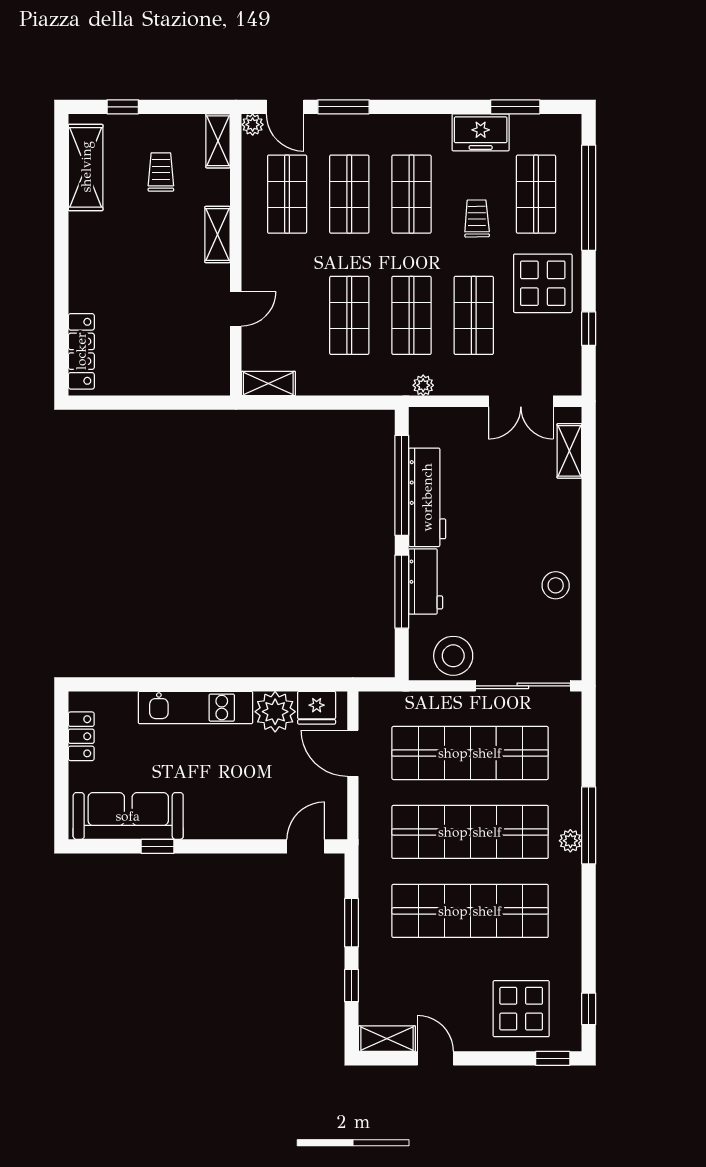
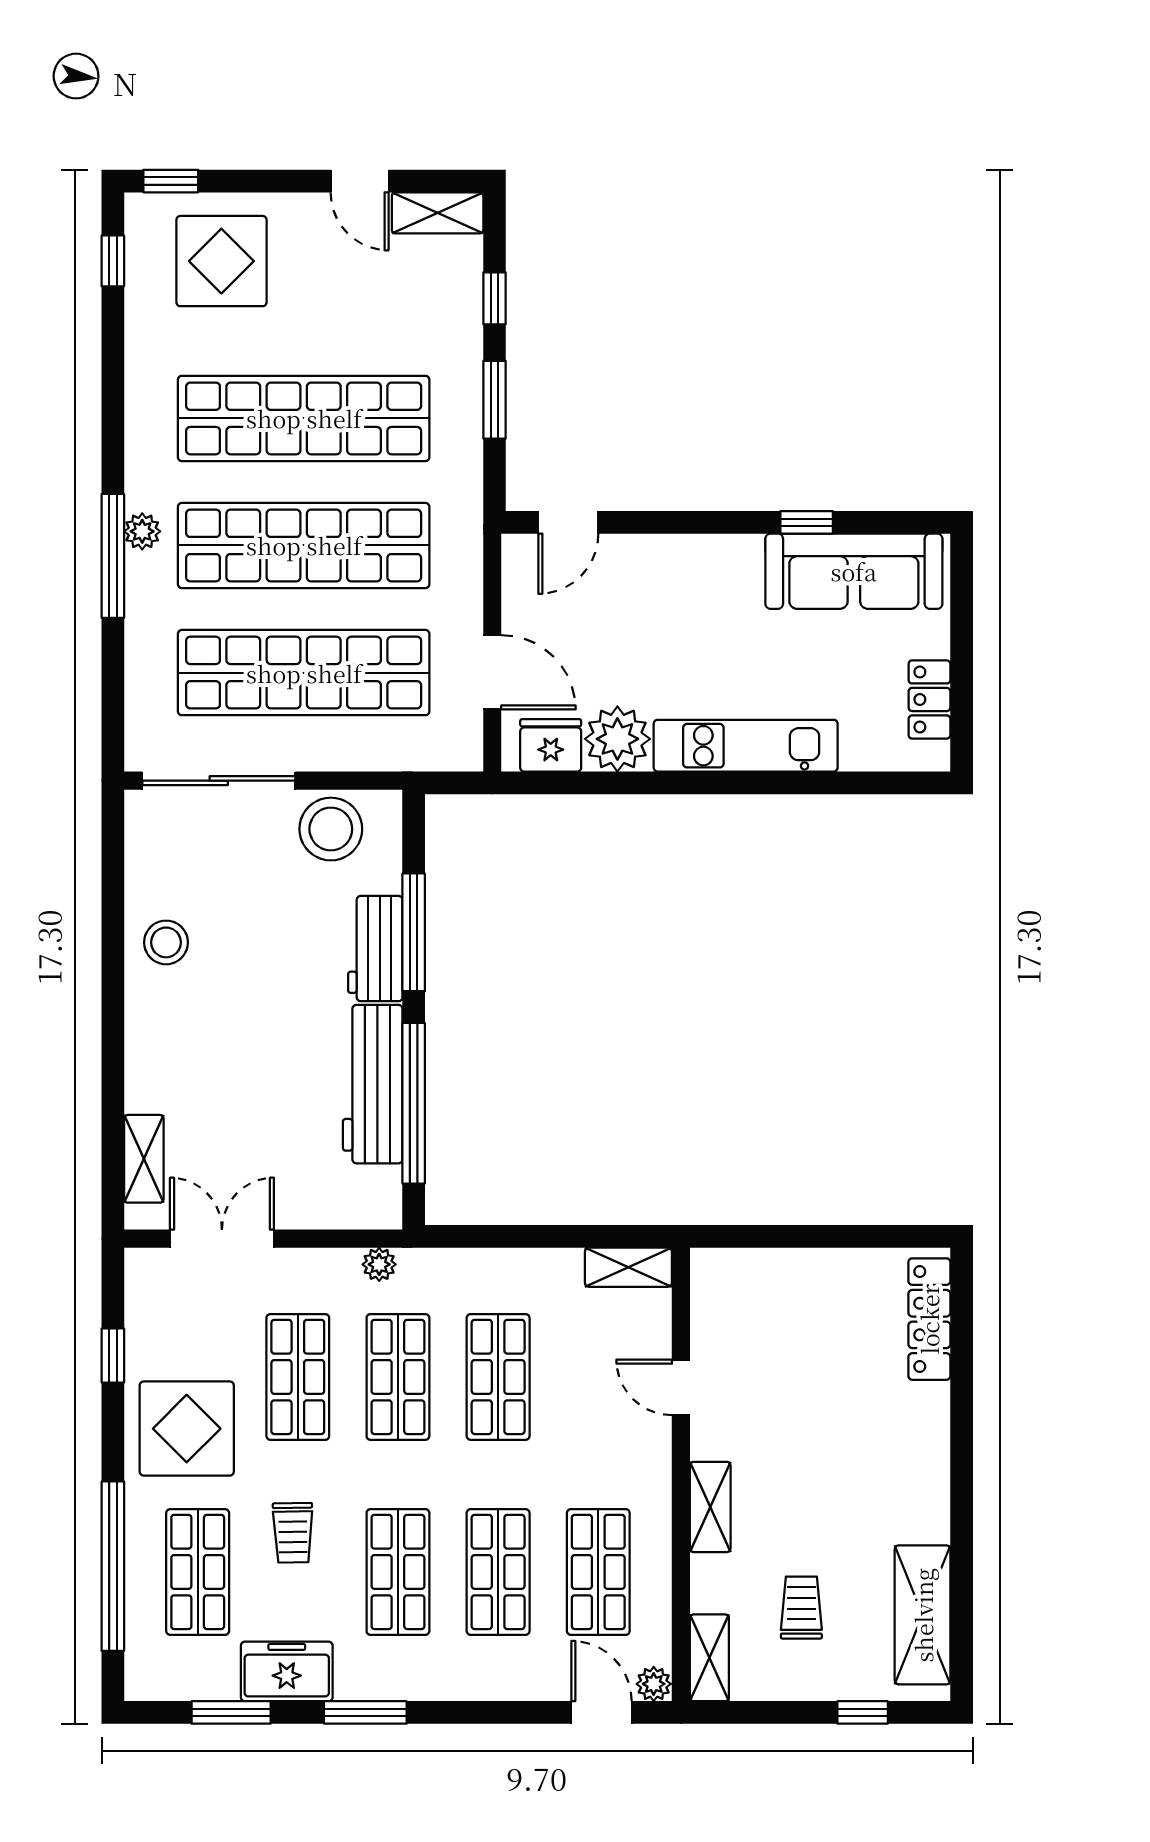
window: (343, 107) -> (365, 1712), moved
trolley: (161, 172) -> (801, 1608), turned 180
door: (236, 309) -> (681, 1387), hinge flipped

